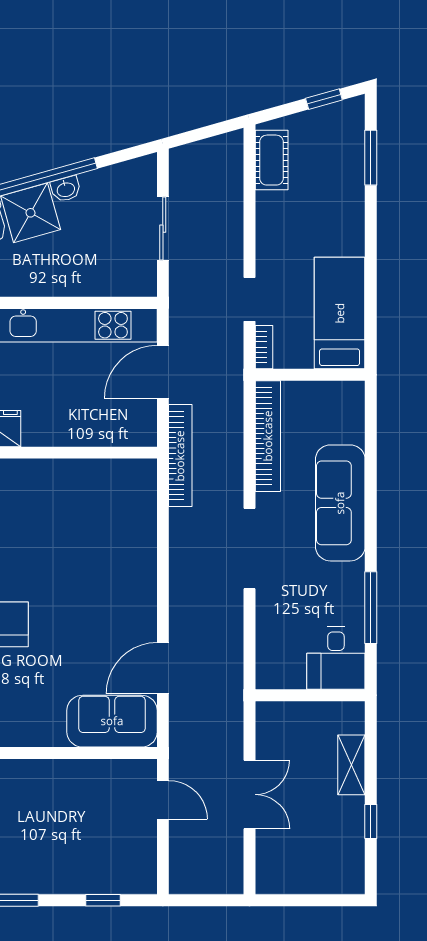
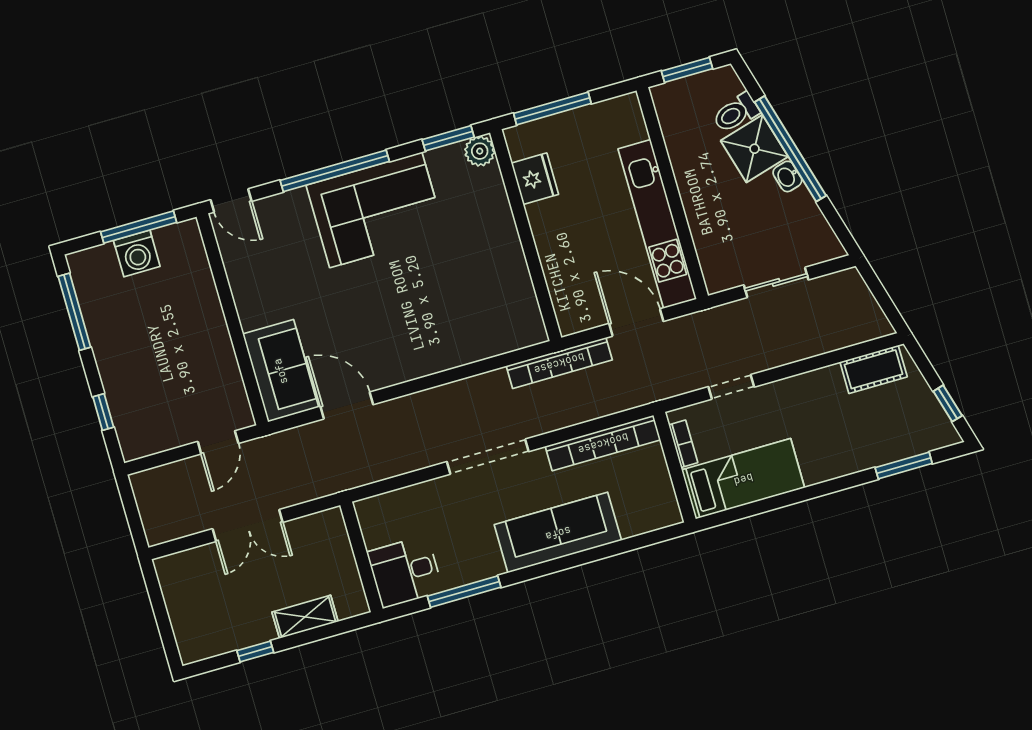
bookcase: (264, 347) -> (683, 444), moved, turned -90

